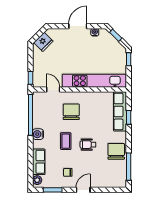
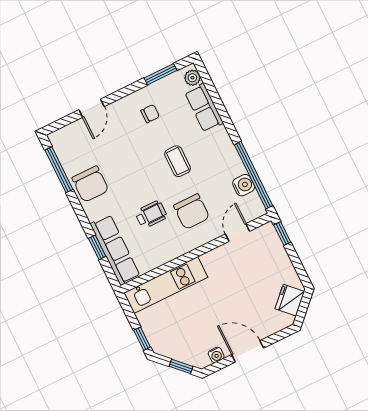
door: (78, 26) -> (248, 351), swing flipped
kitchen unit: (94, 81) -> (166, 285), width x0.73
door: (53, 90) -> (237, 233), swing flipped
water cooler: (38, 134) -> (244, 185), moved
wheelchair: (88, 145) -> (151, 214), moved
door: (83, 190) -> (92, 108), moved

